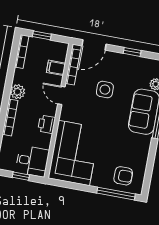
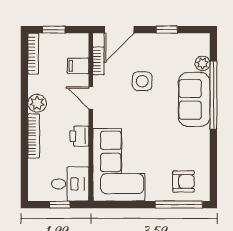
bookcase: (73, 67) -> (99, 61), width x0.64

